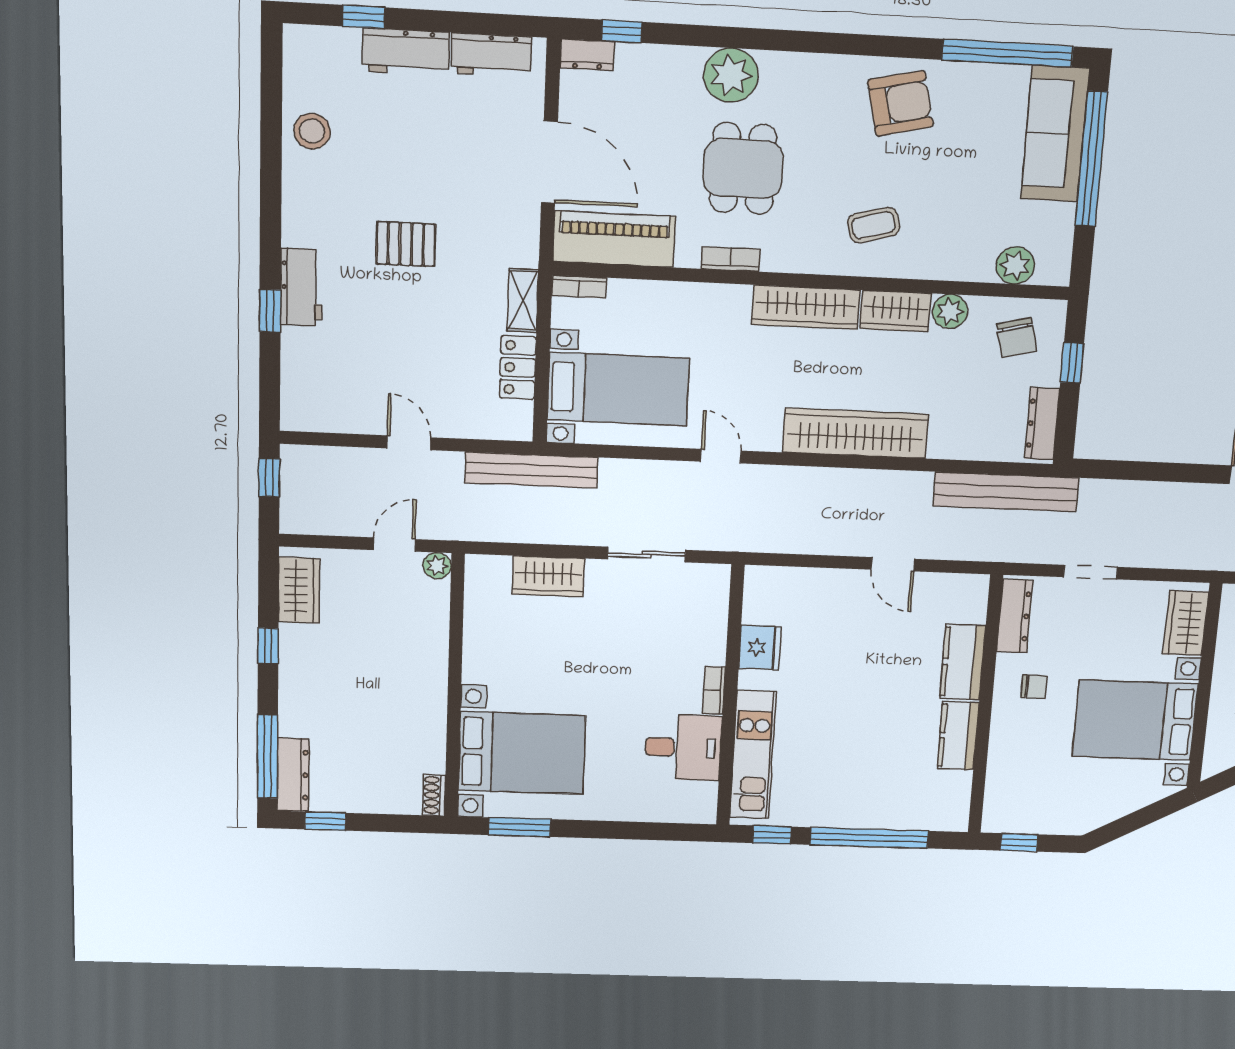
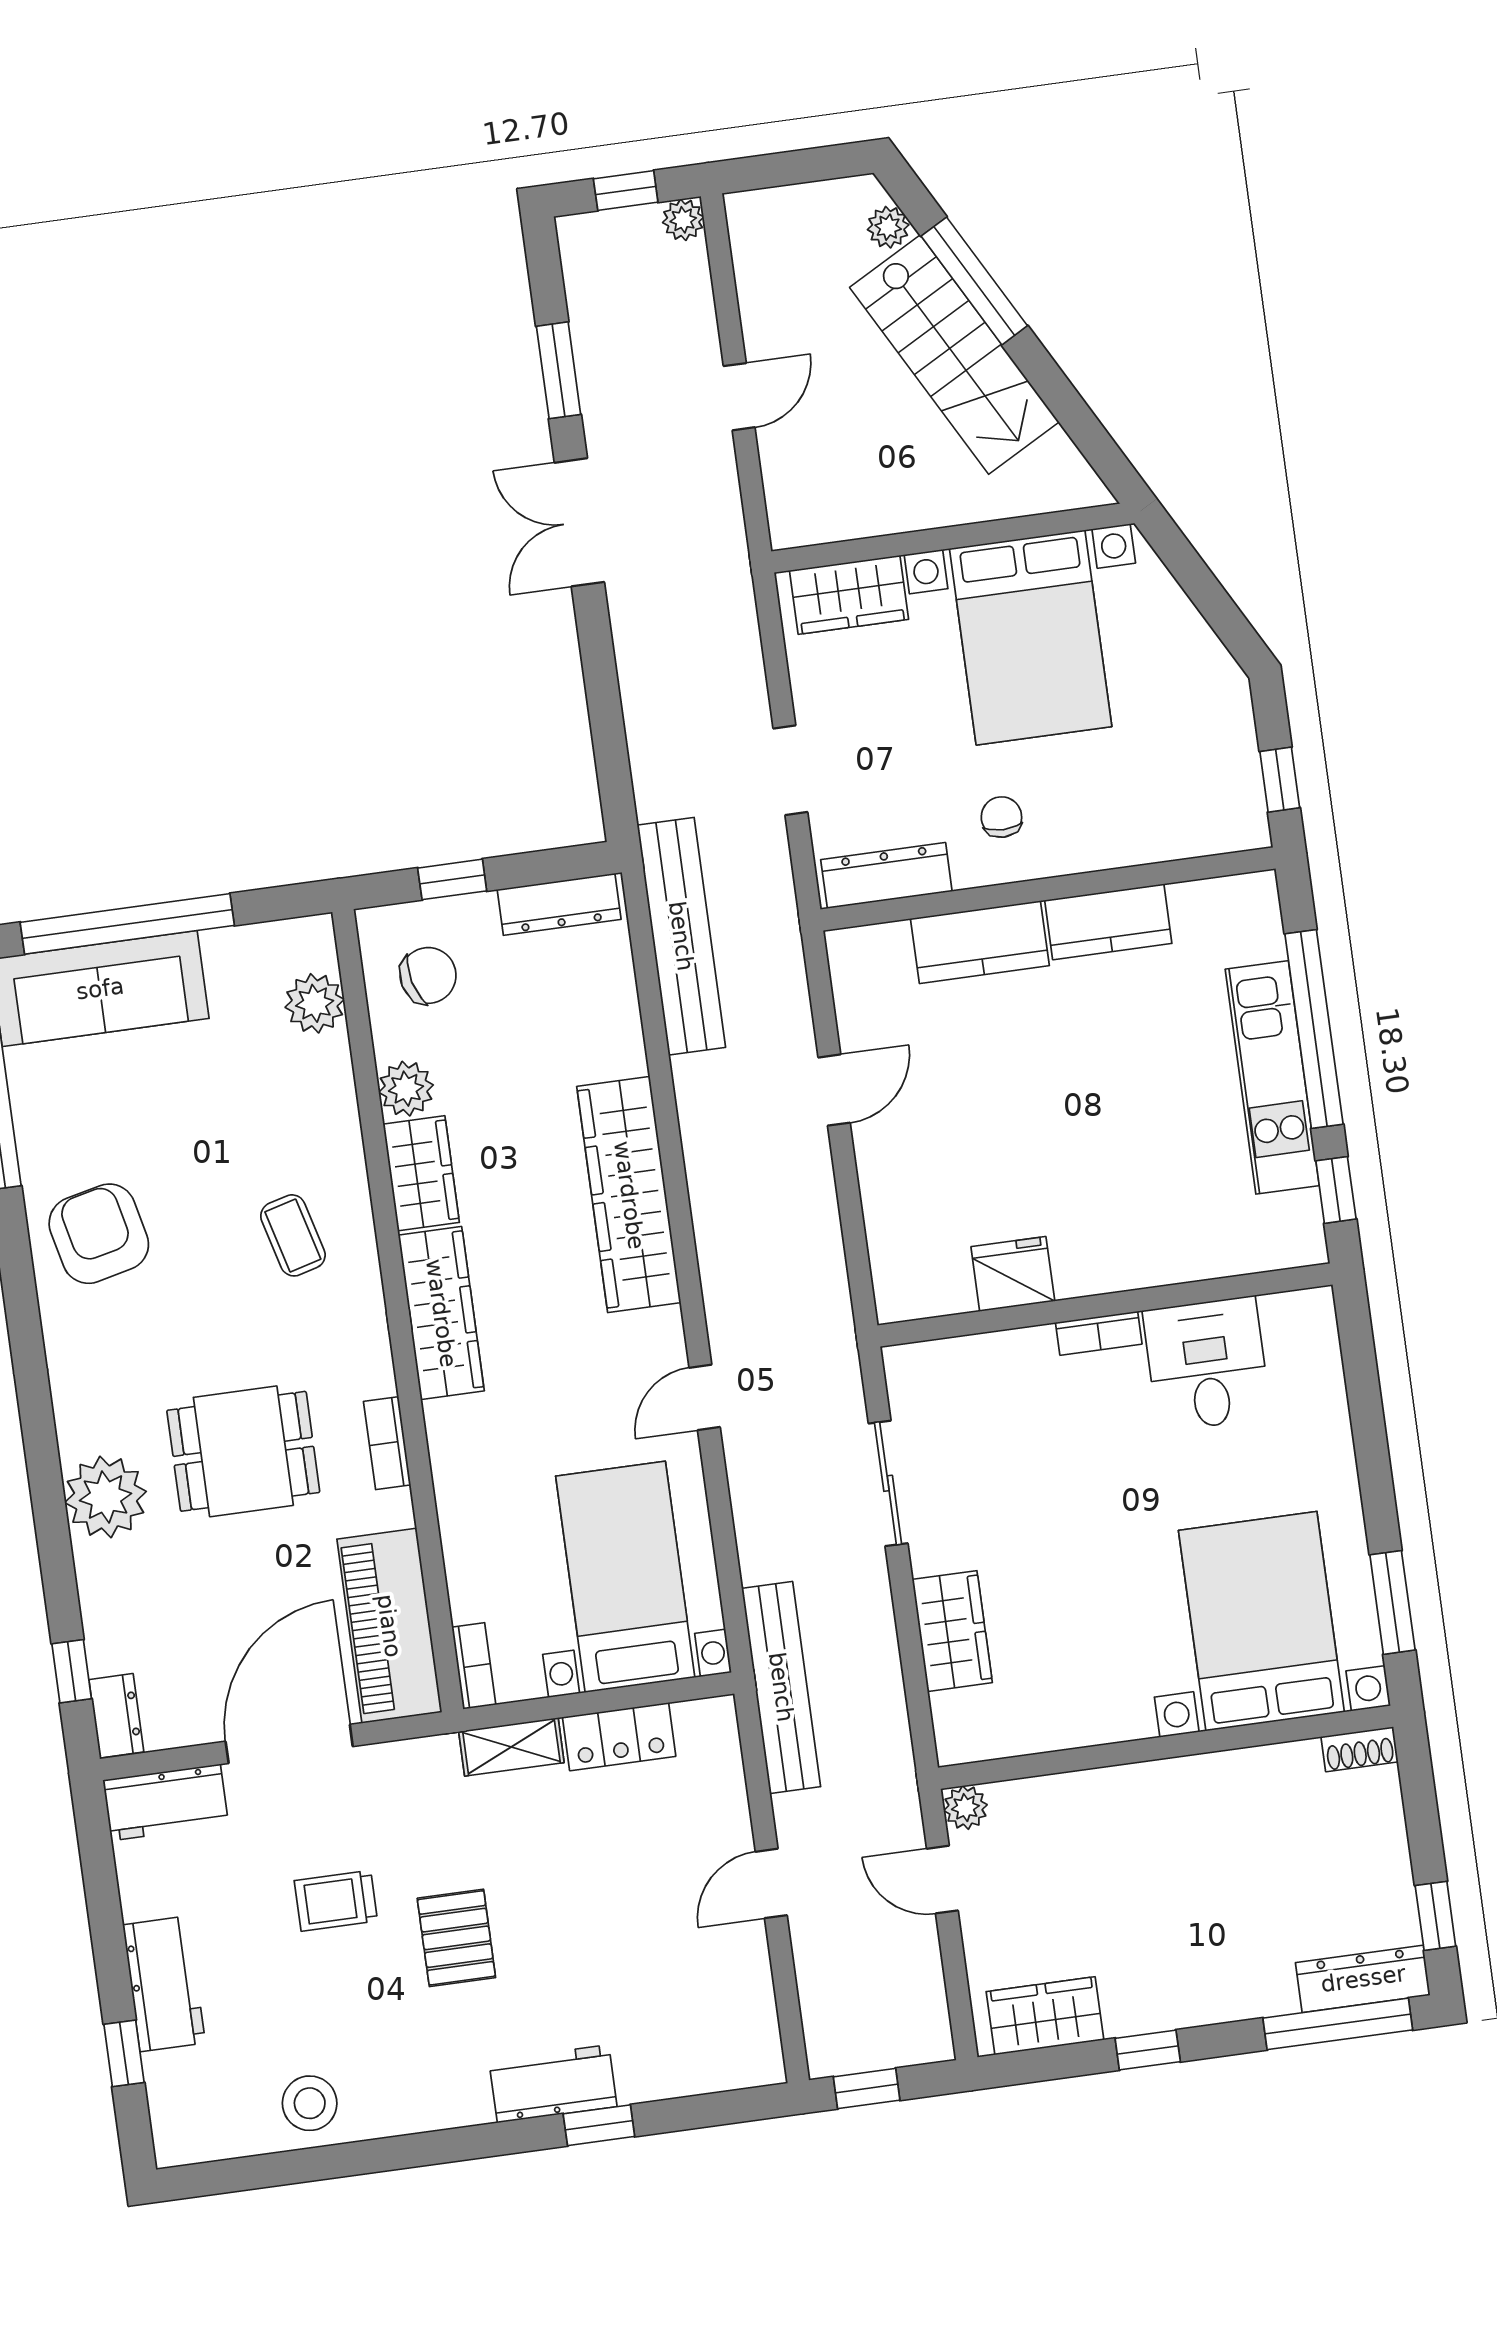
workbench: (491, 55) -> (166, 1802), moved, turned 90
trolley: (442, 173) -> (336, 1901), added
kitchen unit: (753, 755) -> (1272, 1077), moved, turned -90

